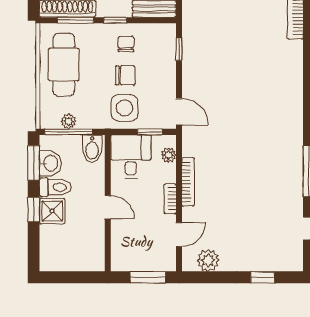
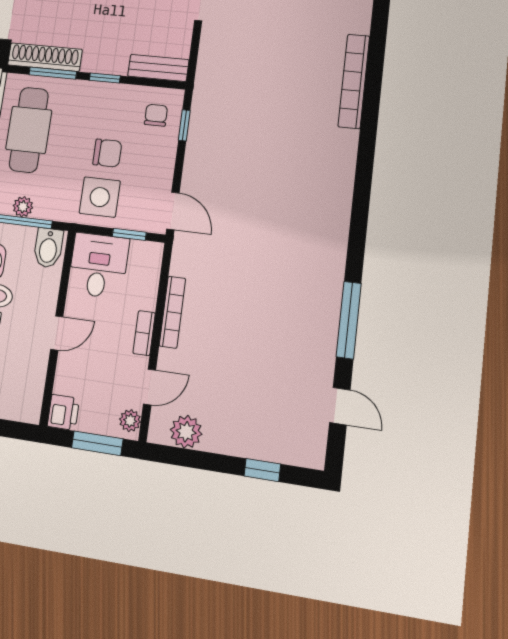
chair: (126, 44) -> (156, 115), moved
plant: (169, 155) -> (130, 421), moved
door: (108, 207) -> (57, 333), hinge flipped
printer: (121, 260) -> (63, 412), added

